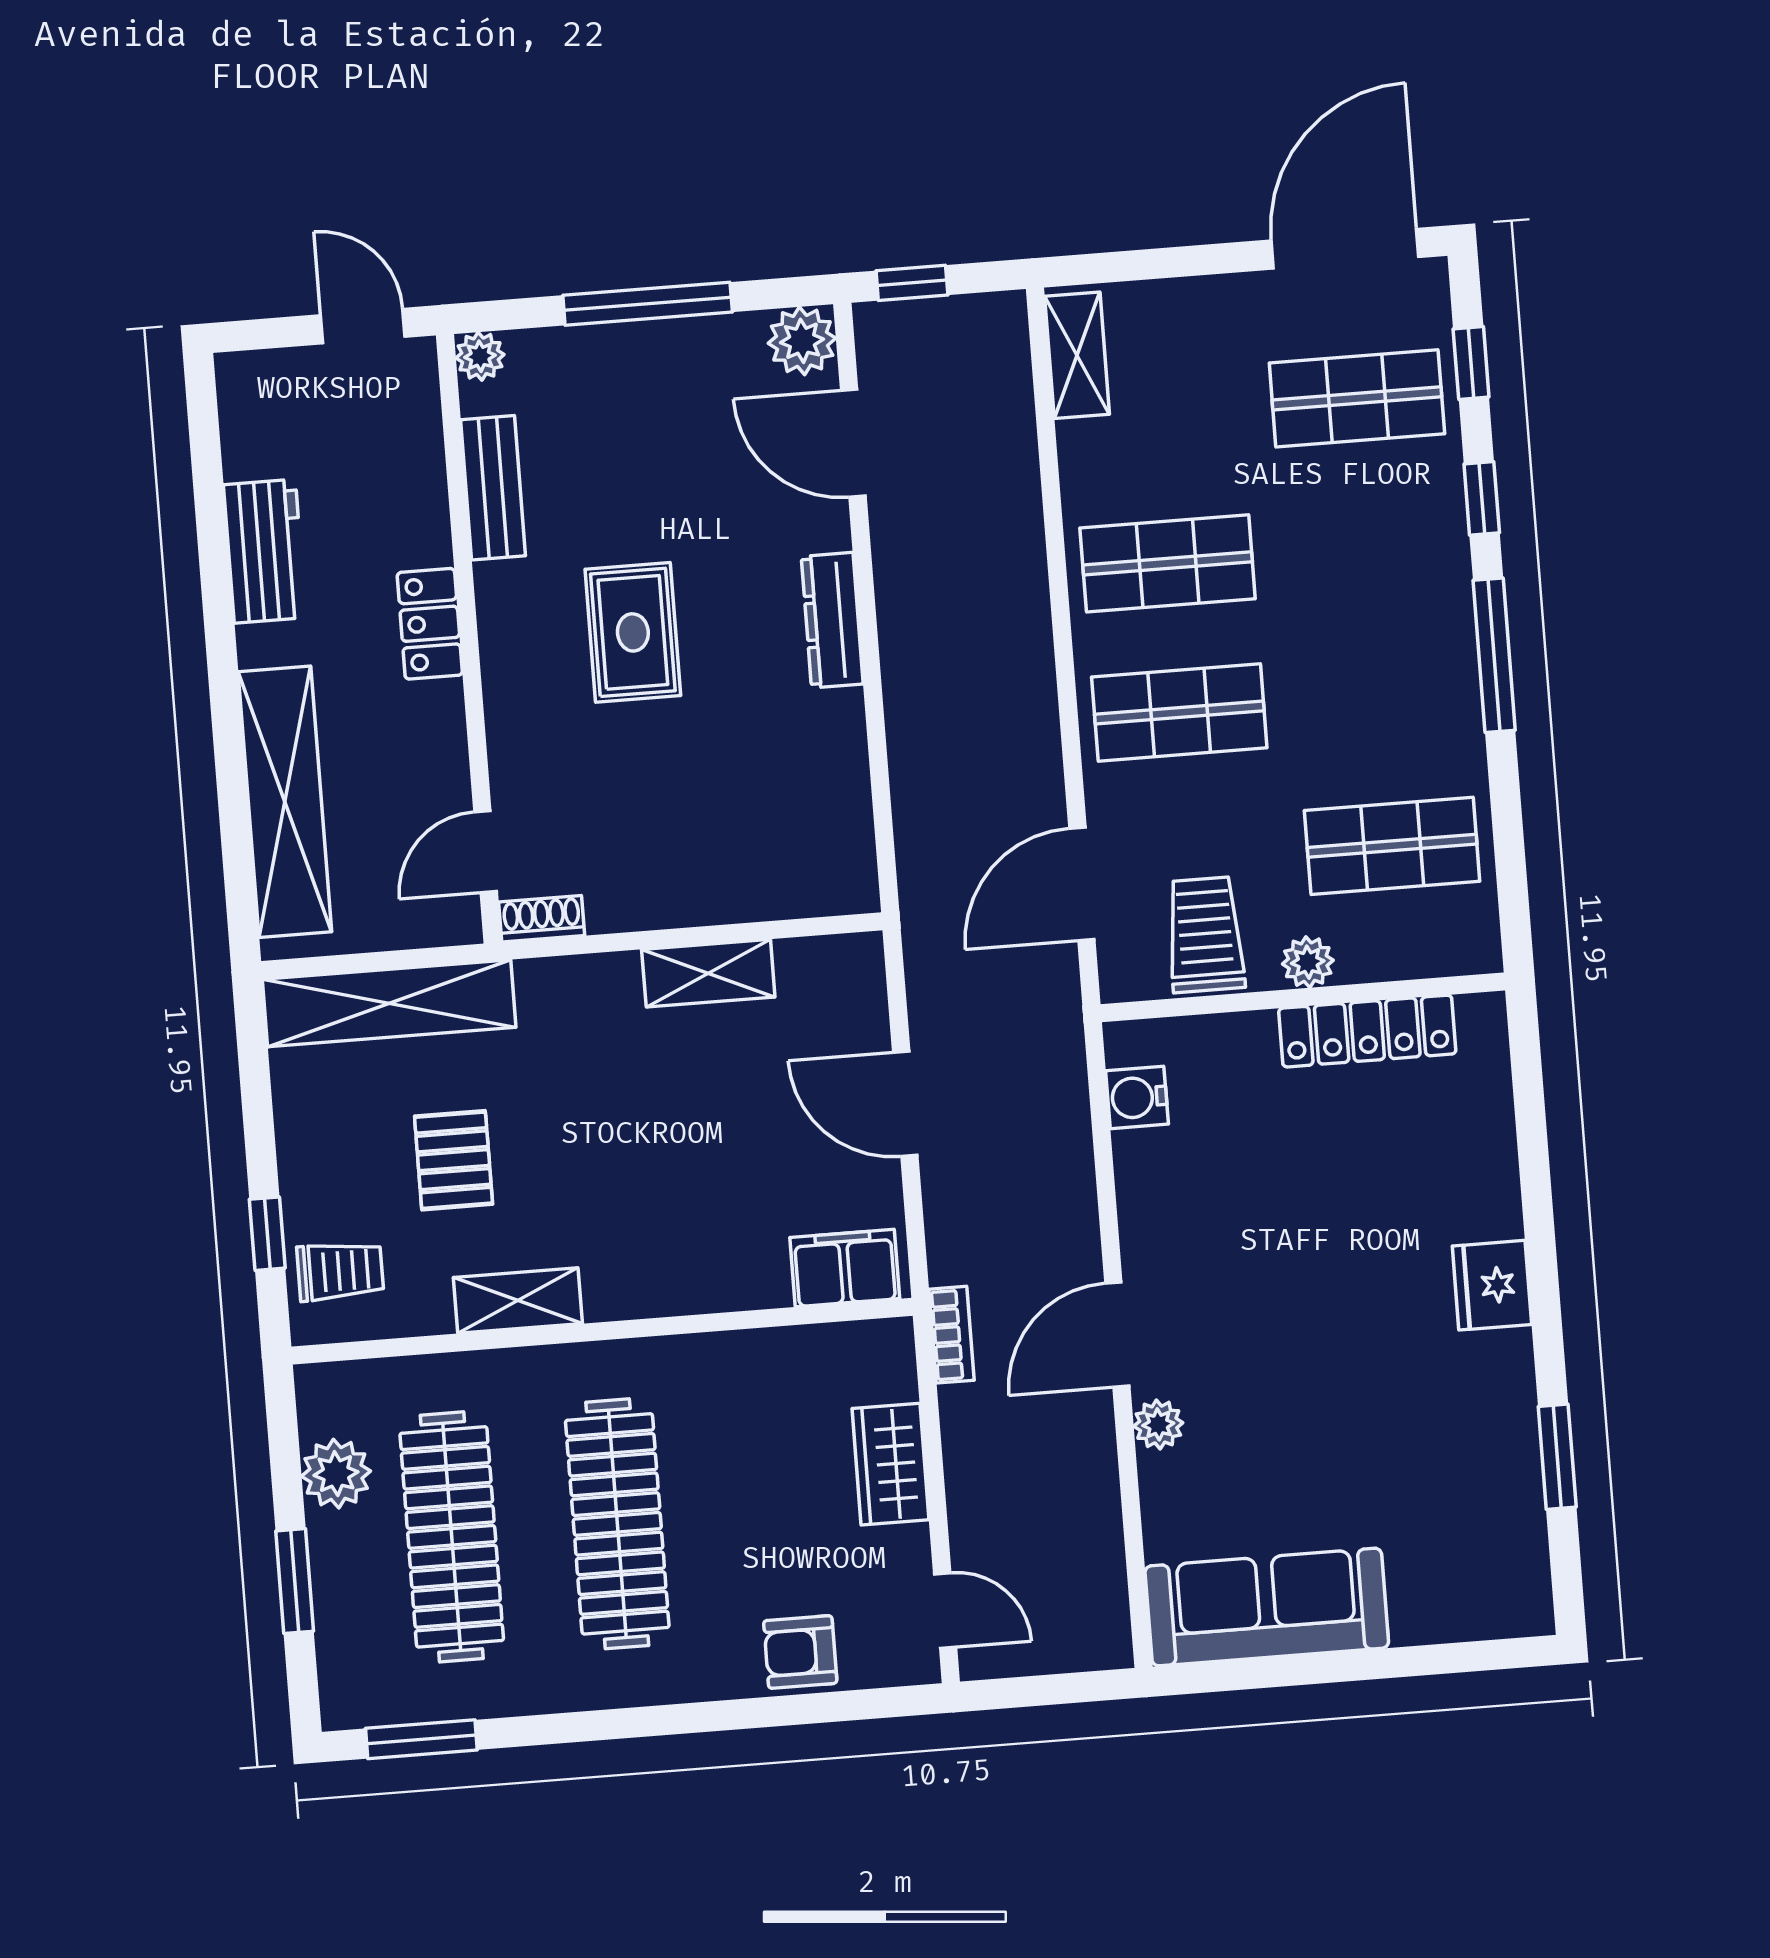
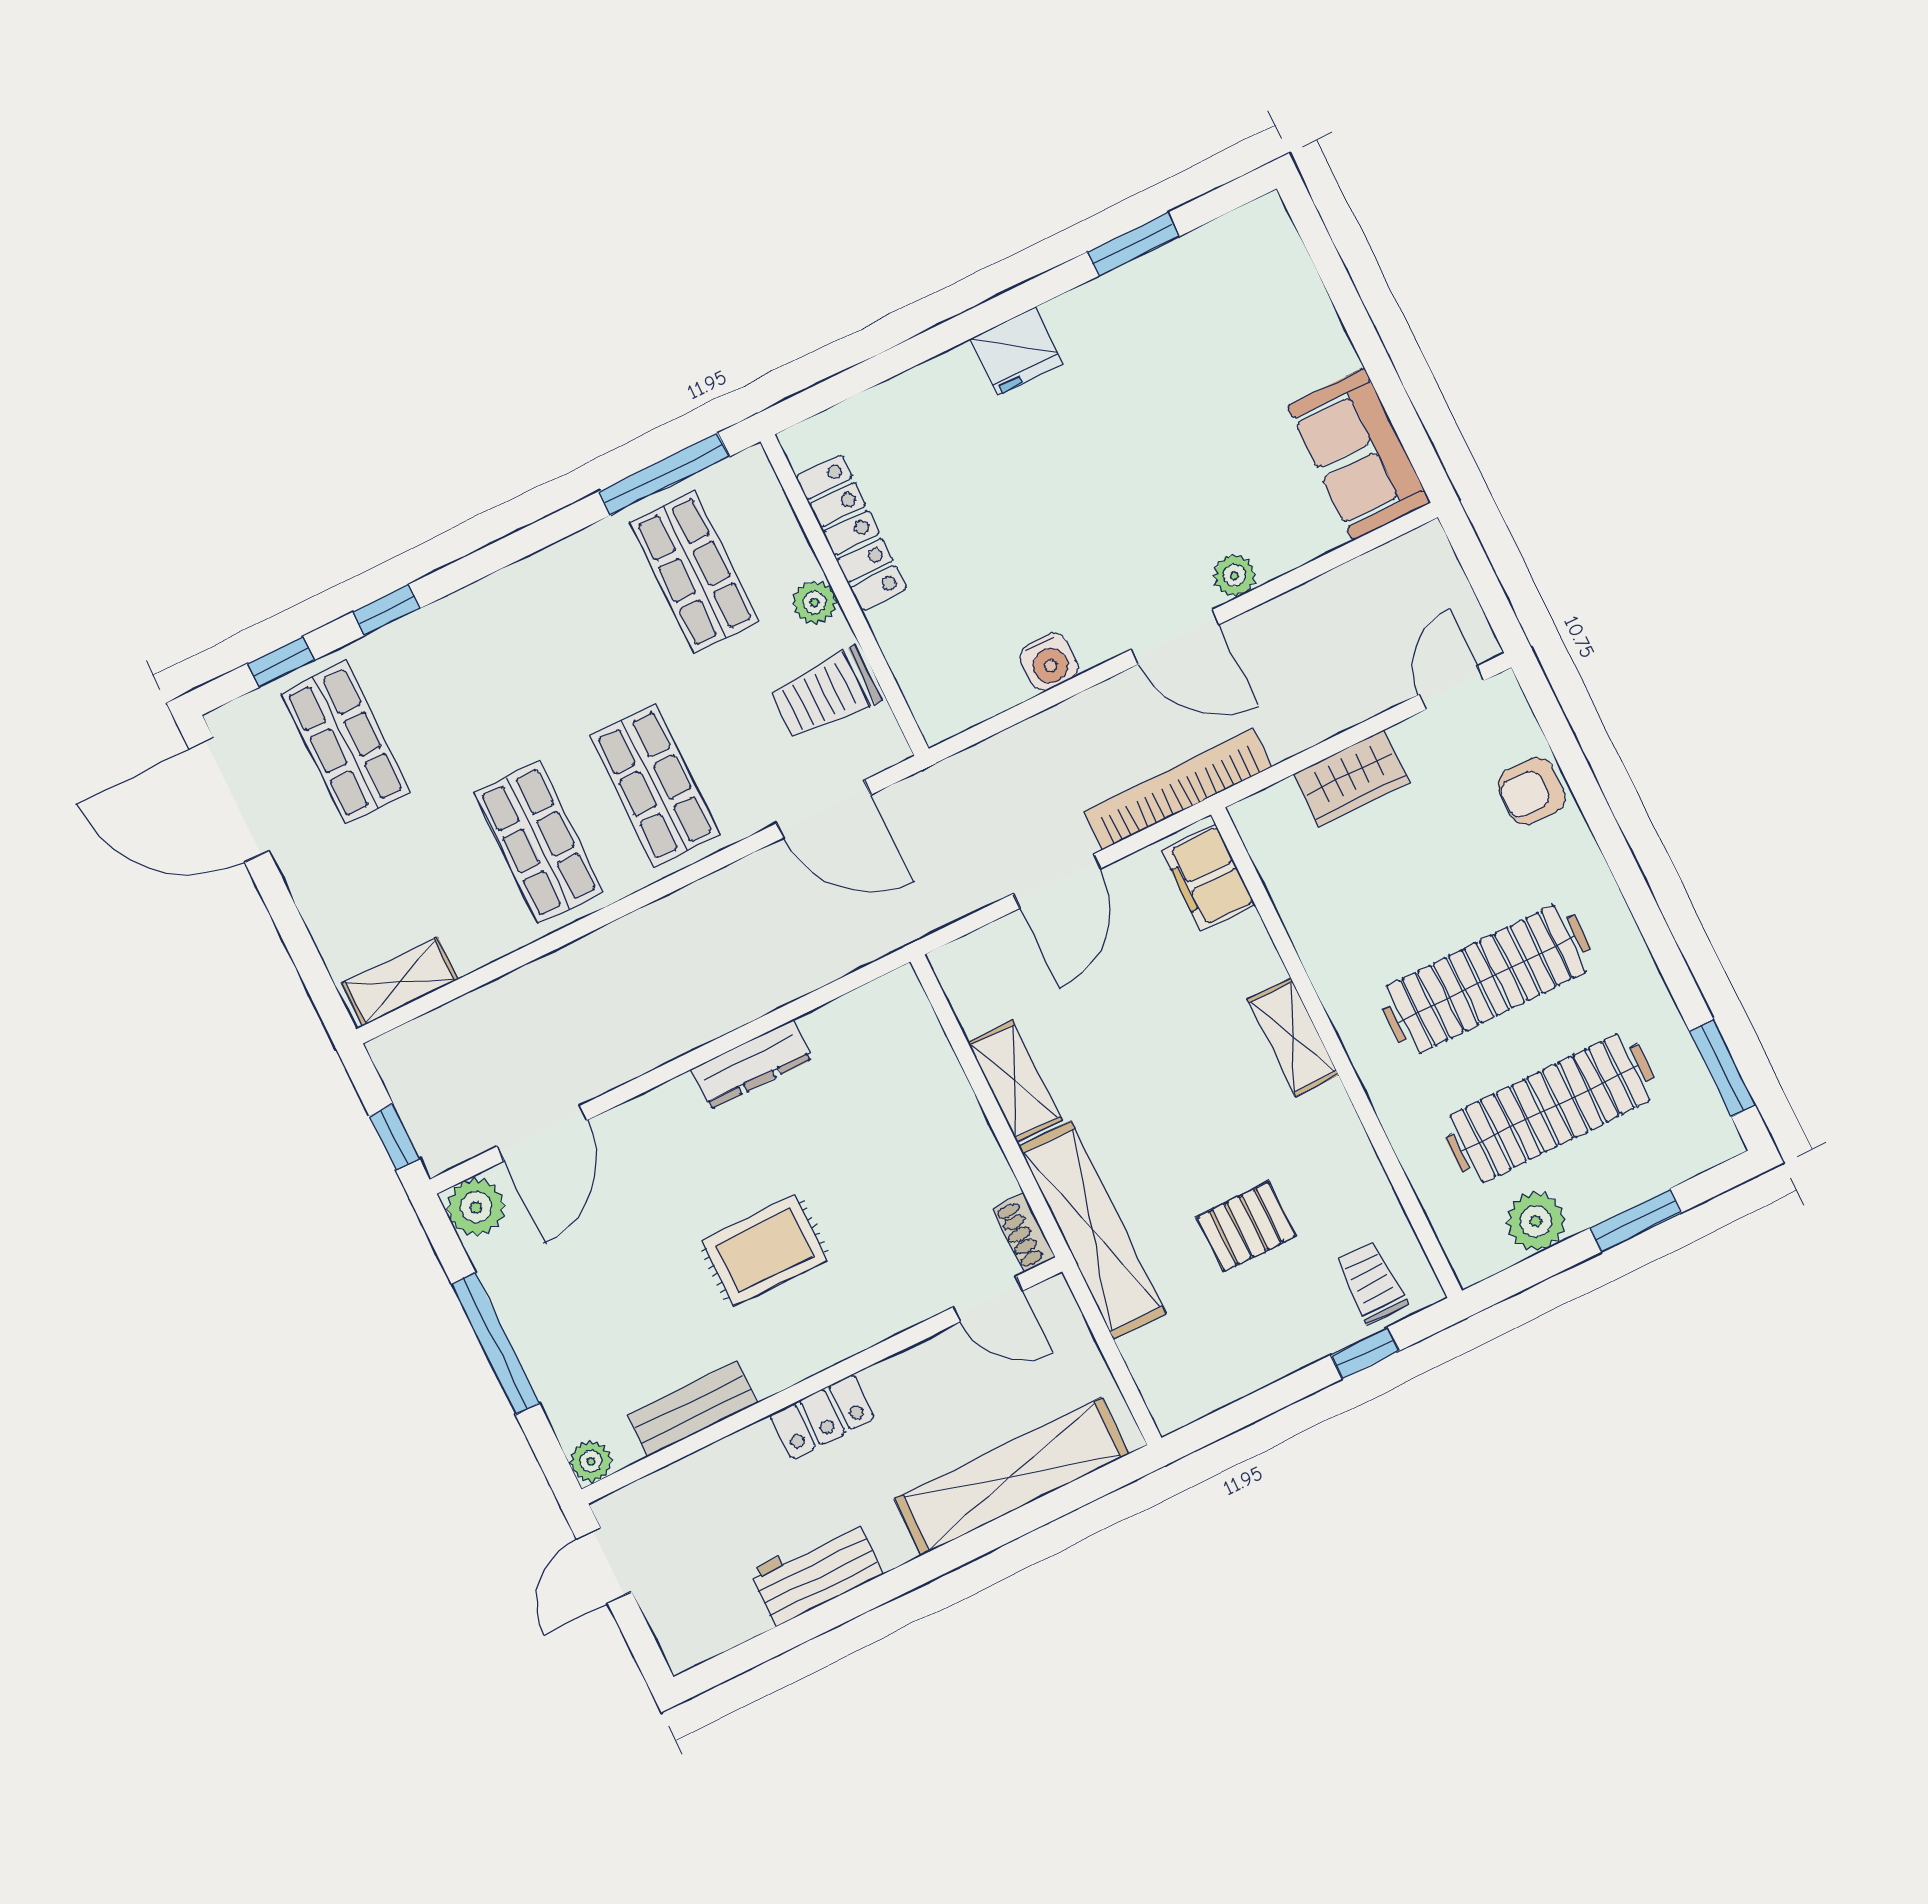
dresser: (832, 620) -> (752, 1064), moved
window: (1494, 655) -> (664, 474), moved
shelving: (389, 1003) -> (1092, 1230), moved
water cooler: (1137, 1097) -> (1049, 662), moved
shelving: (518, 1301) -> (1293, 1037), moved
bookcase: (952, 1335) -> (1178, 789), width x2.31, depth x1.31
sofa: (1267, 1607) -> (1359, 454), width x0.73
armchair: (800, 1652) -> (1531, 791), turned 90

